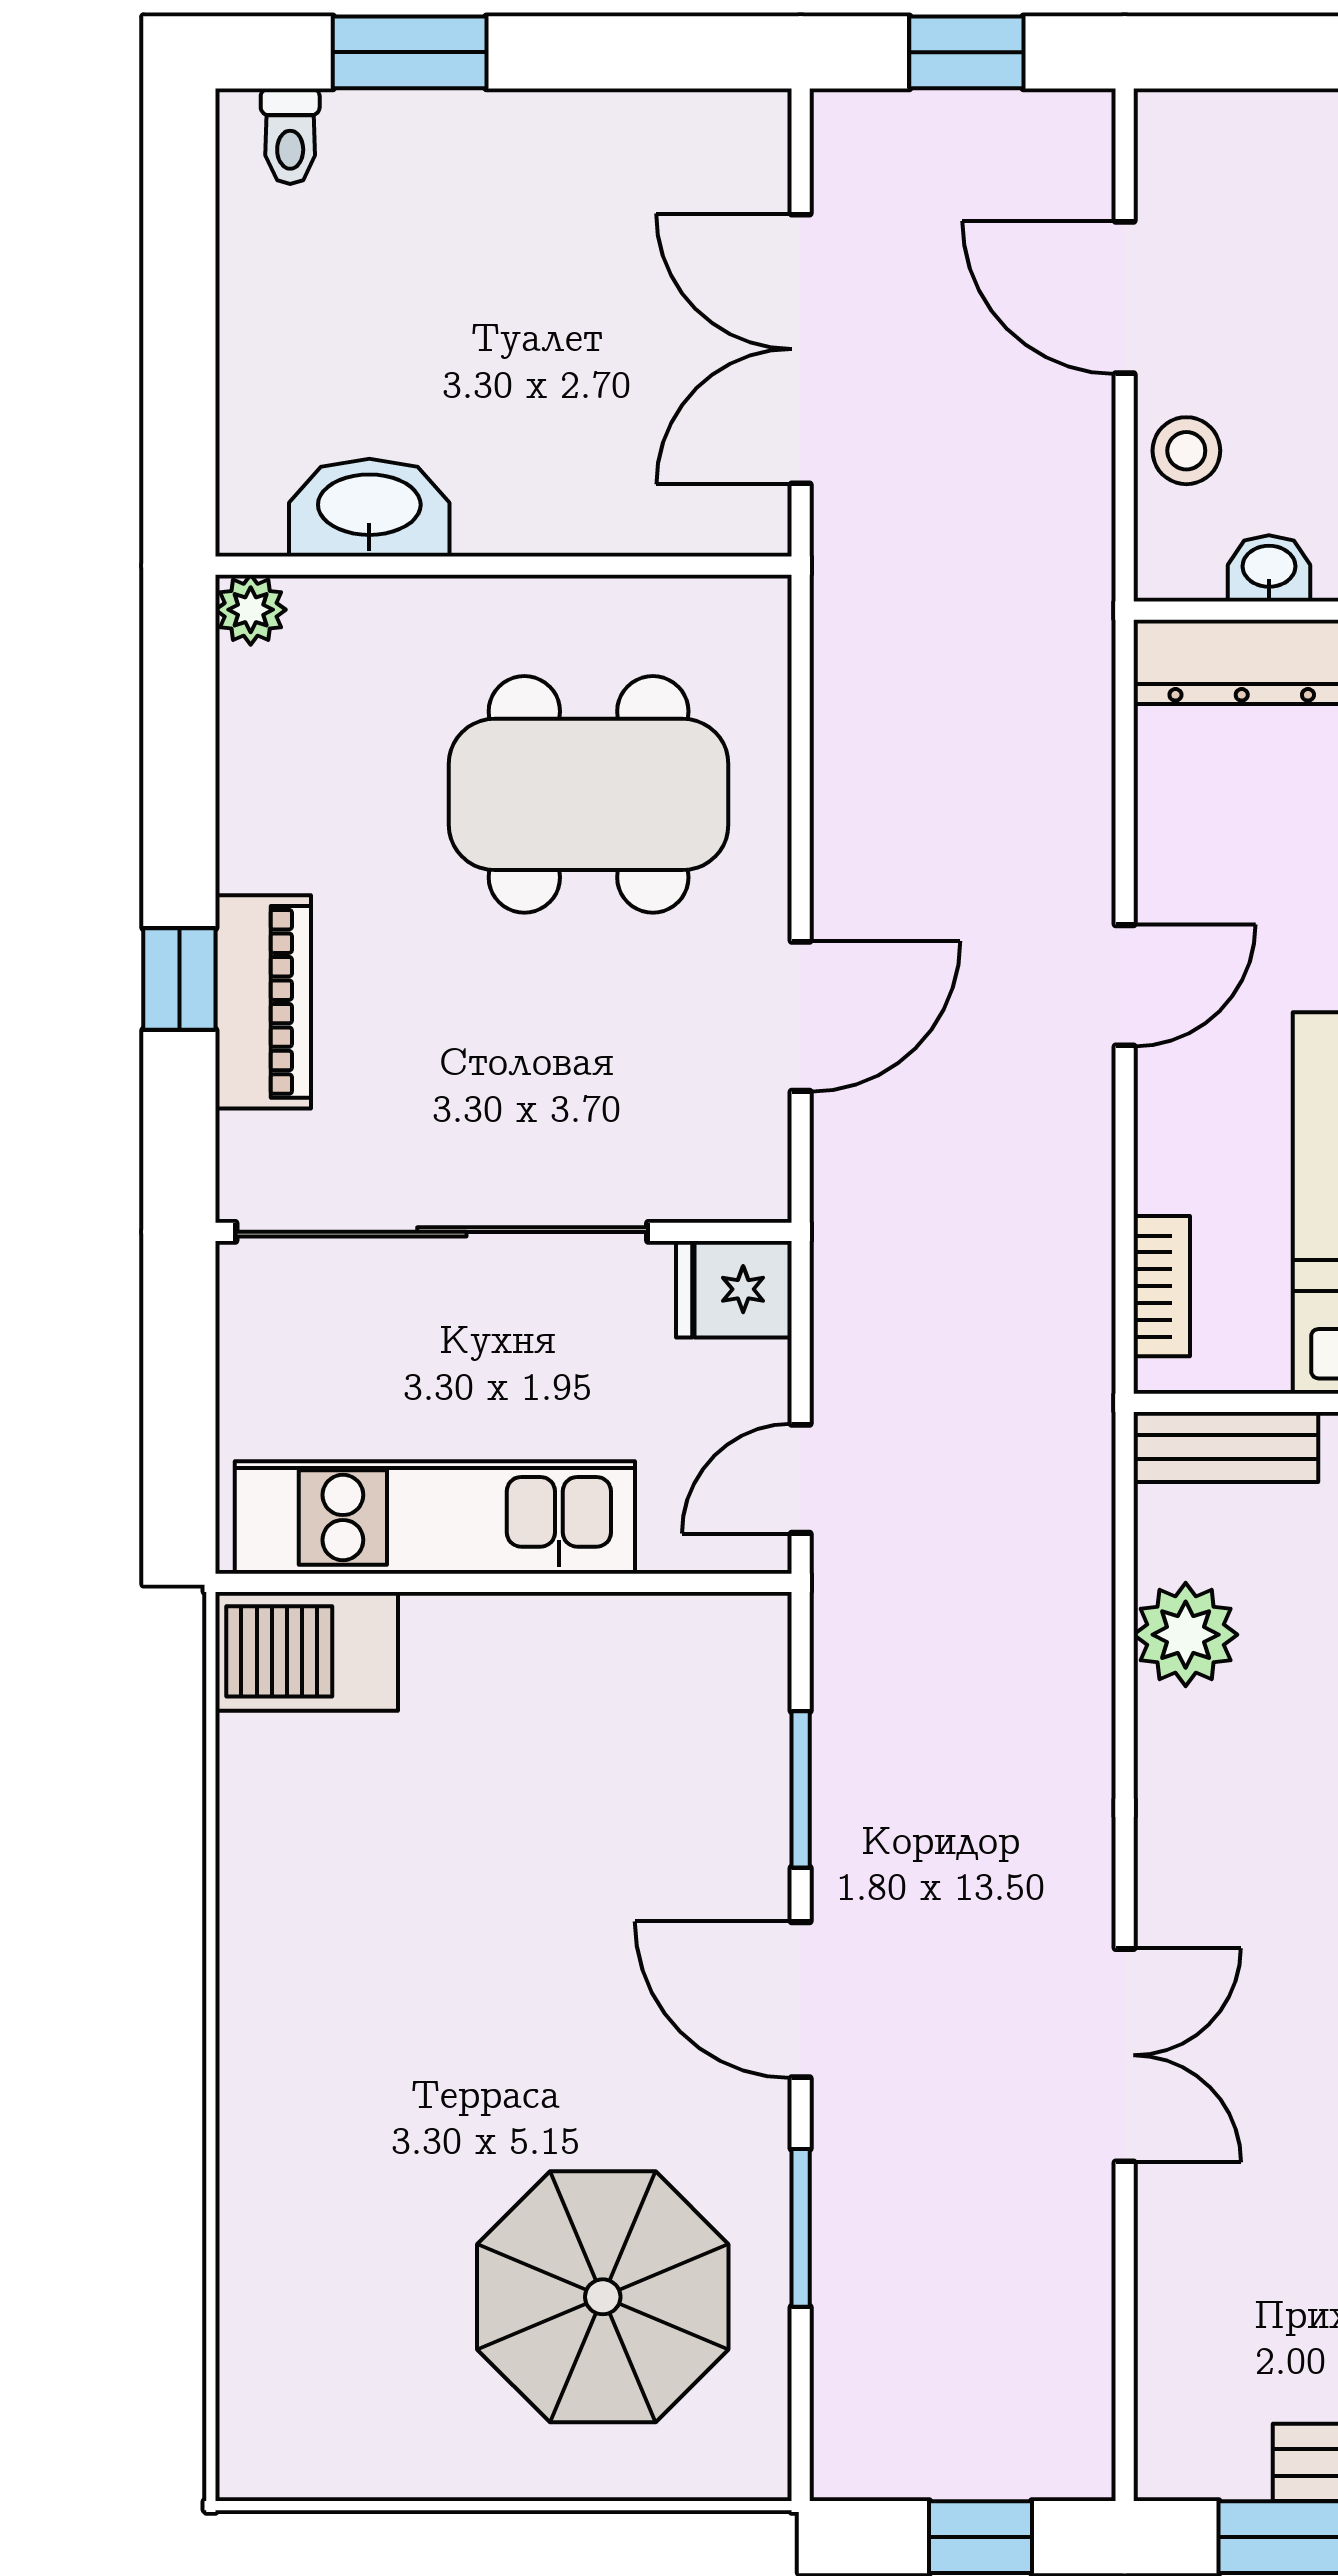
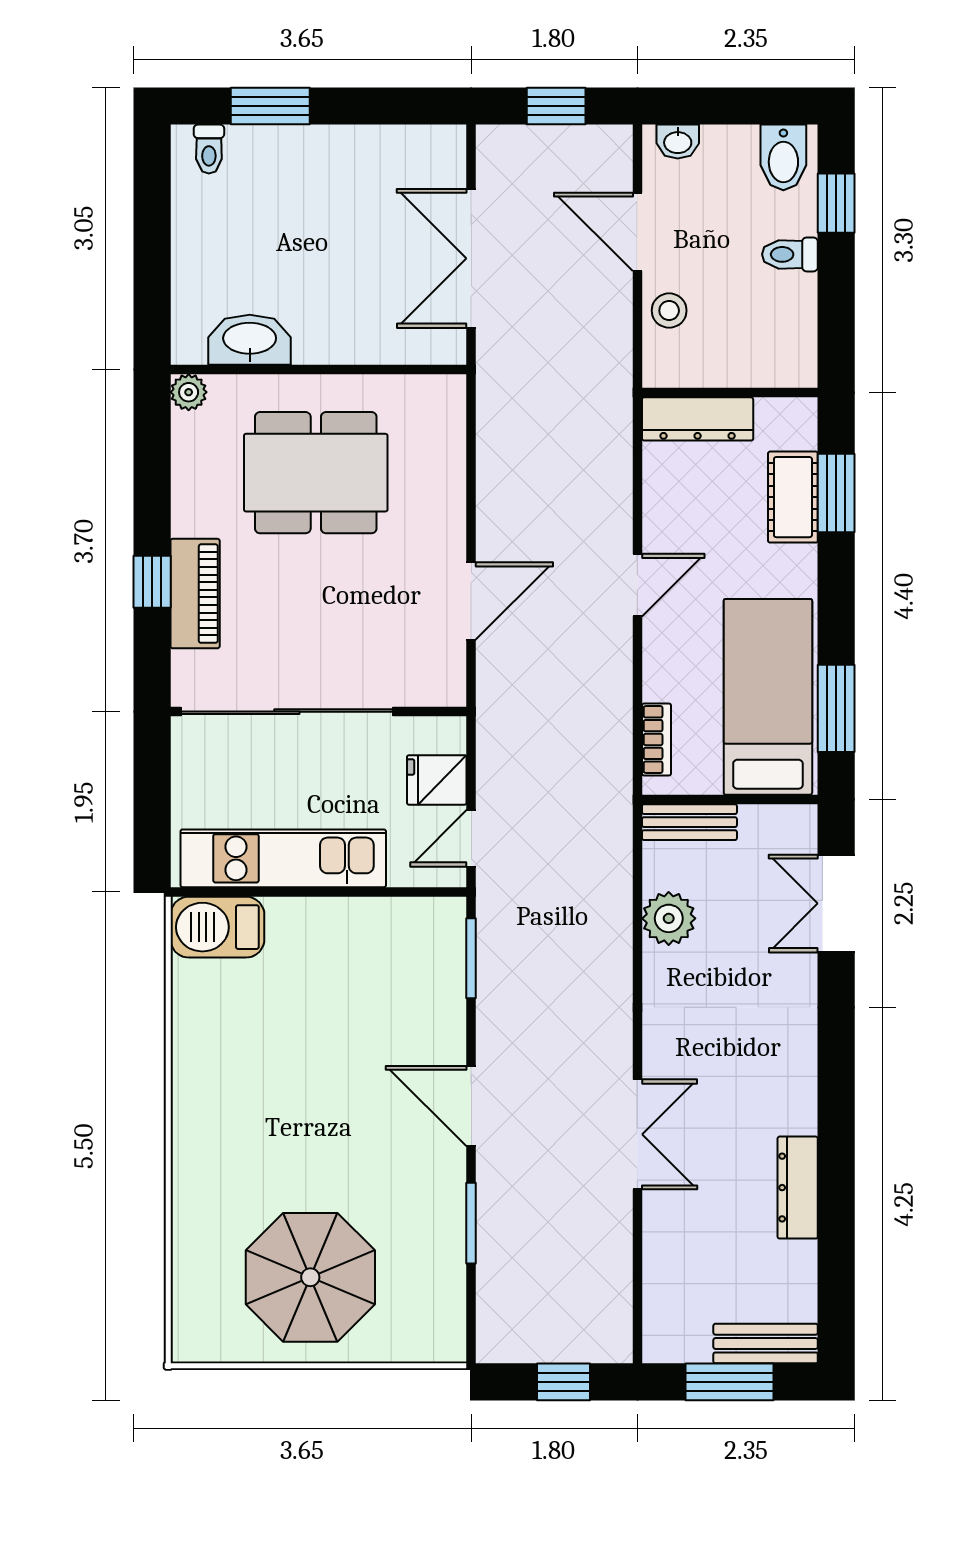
washbasin: (1269, 568) -> (678, 142), moved, turned 180
dining table: (589, 794) -> (316, 473), moved
fridge: (734, 1289) -> (437, 780), moved
window: (801, 1789) -> (471, 958), moved
parasol: (603, 2297) -> (310, 1277), moved

